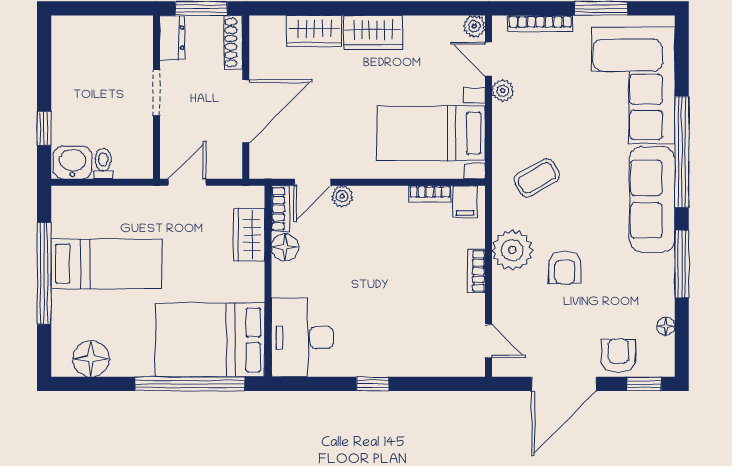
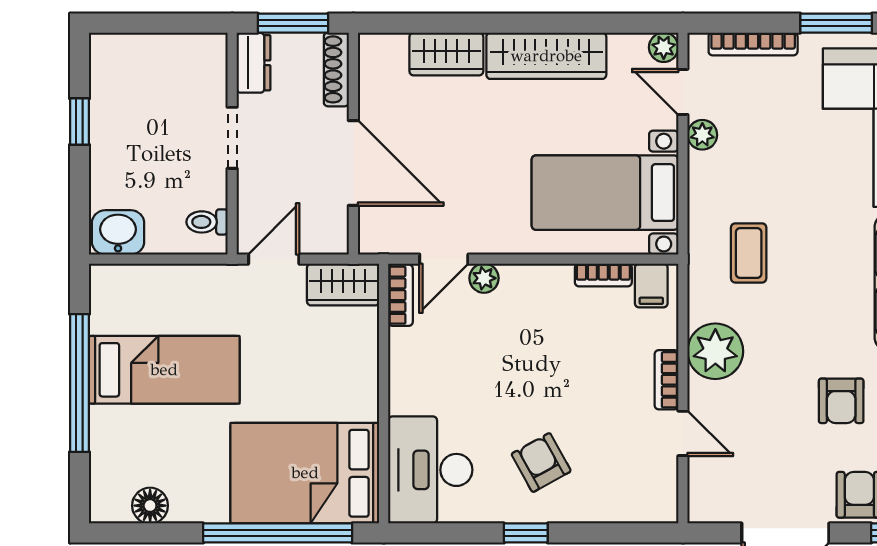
wardrobe: (373, 32) -> (546, 56), width x1.50
door: (246, 111) -> (353, 163), hinge flipped
window: (44, 128) -> (80, 122), moved
toilet: (103, 164) -> (207, 222), moved, turned -90
coffee table: (537, 178) -> (749, 253), turned -60
wardrobe: (249, 235) -> (343, 285), moved, turned -90
floor lamp: (285, 247) -> (407, 347), removed
armchair: (565, 267) -> (841, 401), moved
armchair: (384, 332) -> (541, 463), added
door: (488, 341) -> (683, 433), moved
floor lamp: (91, 359) -> (150, 506), width x0.73, depth x0.73

